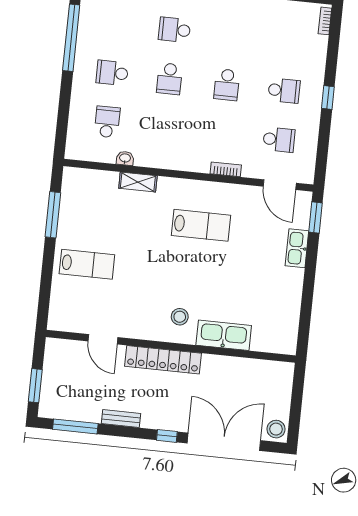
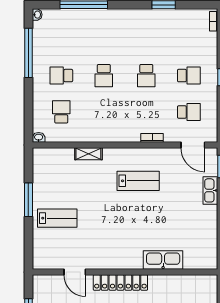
school desk: (175, 30) -> (104, 39), removed
washbasin: (125, 158) -> (39, 137), moved
window: (53, 215) -> (28, 200), moved
stool: (180, 317) -> (129, 250), removed

